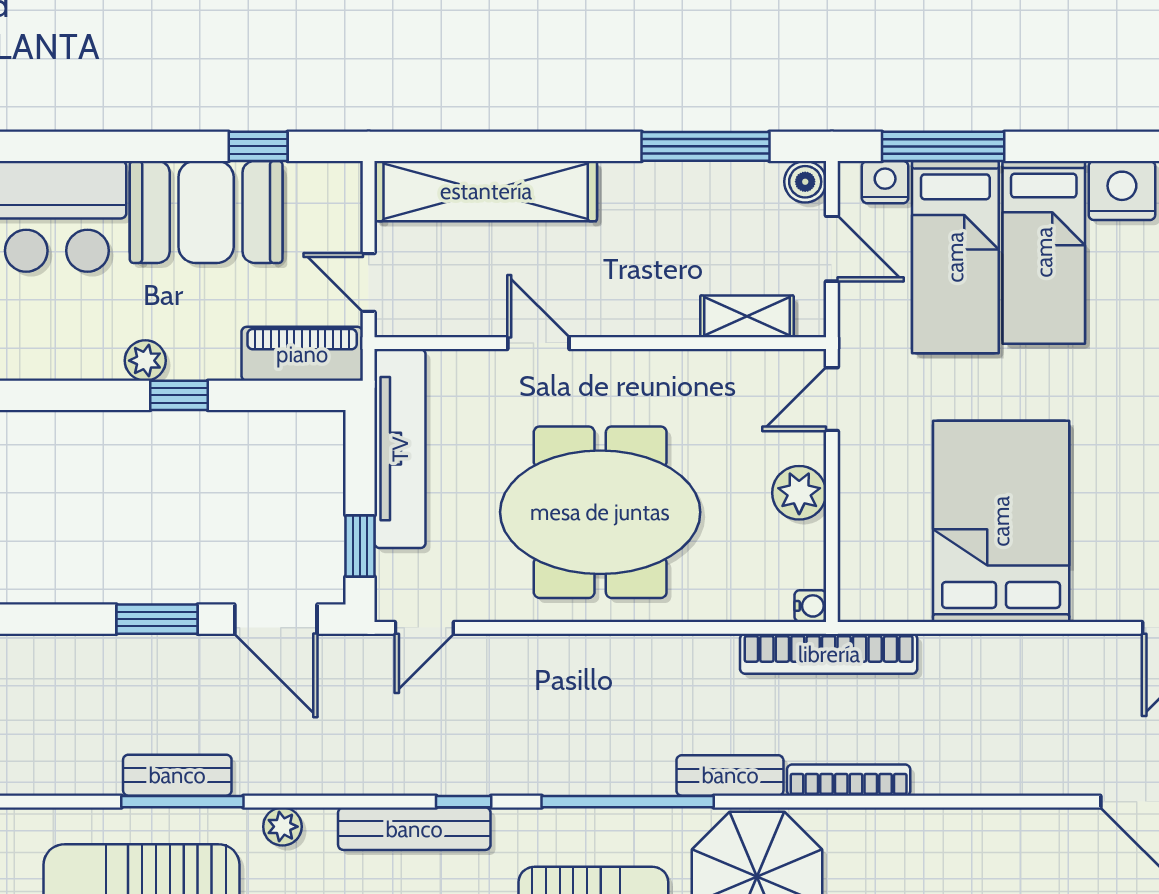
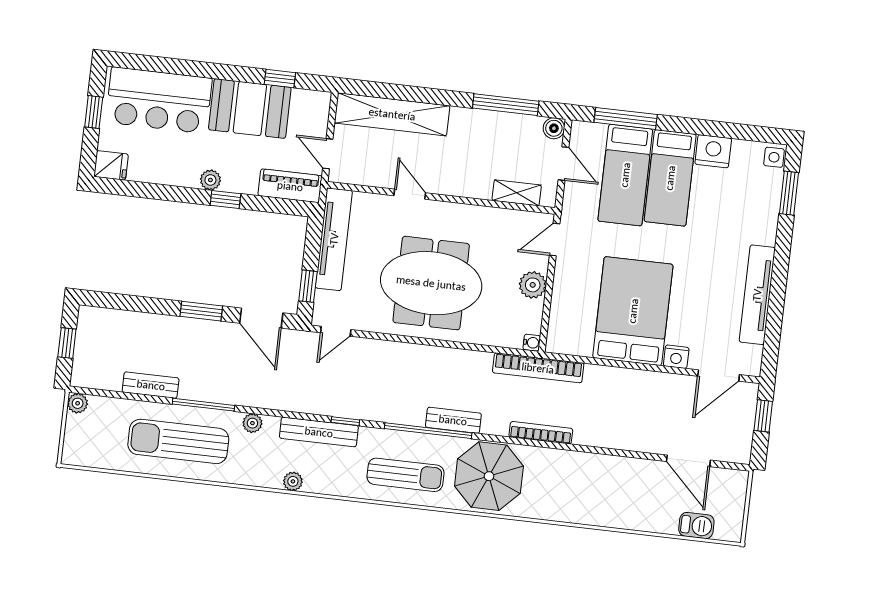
nightstand: (885, 182) -> (676, 357), moved, turned 180
bench: (177, 775) -> (151, 385), moved
bench: (730, 775) -> (453, 420), moved

